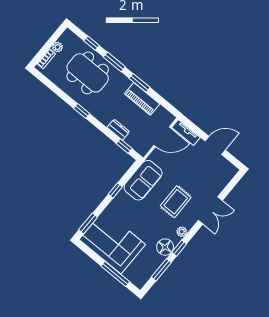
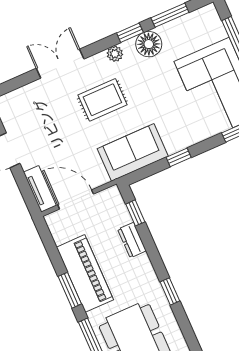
piano: (142, 99) -> (85, 273), width x1.37, depth x1.33

